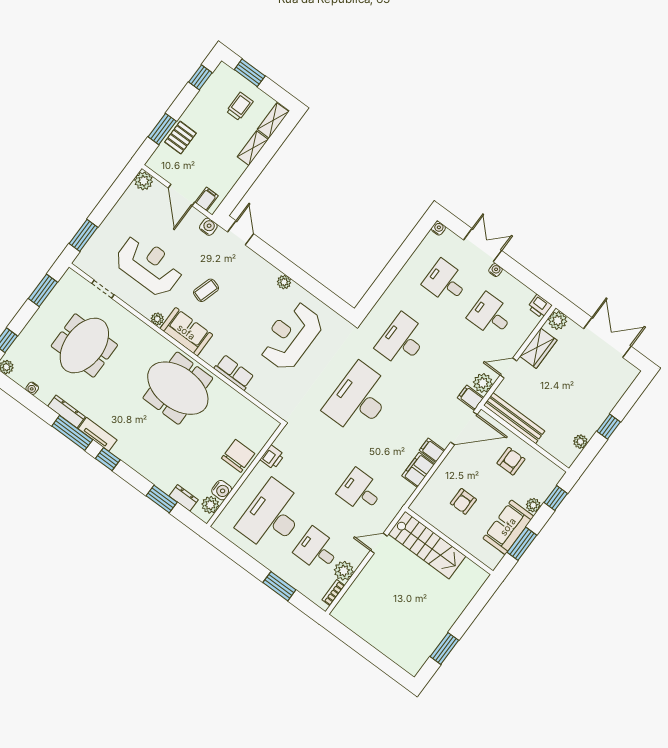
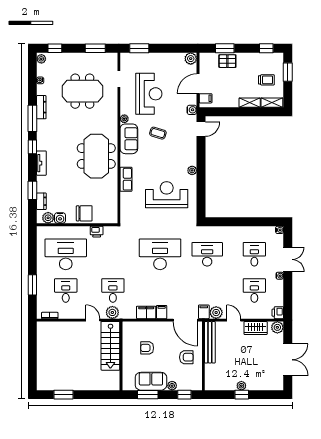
tv unit: (98, 434) -> (41, 163), moved
plant: (580, 442) -> (241, 386), moved
plant: (344, 571) -> (112, 312), moved

